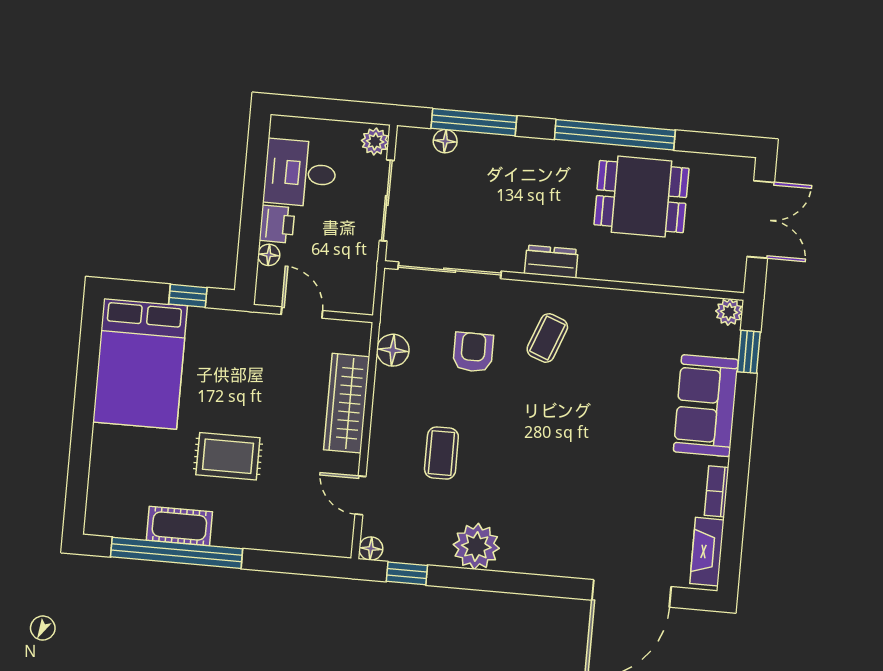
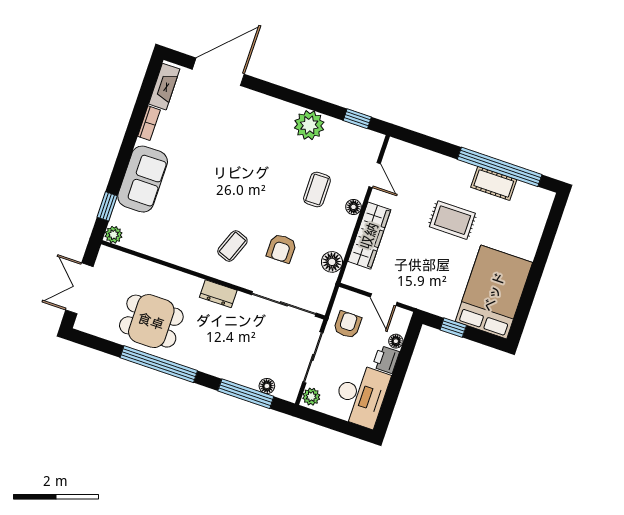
desk: (300, 173) -> (361, 395), width x1.37
armchair: (347, 262) -> (348, 325), added
floor lamp: (371, 549) -> (353, 207), moved

